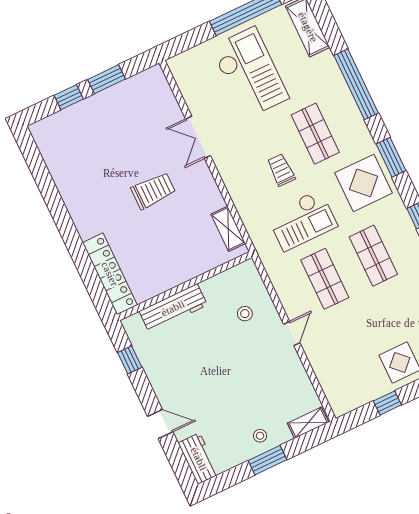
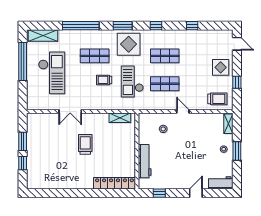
checkout: (250, 73) -> (52, 73), turned 90
checkout: (302, 220) -> (132, 81), turned 180
trolley: (342, 383) -> (217, 99), added

